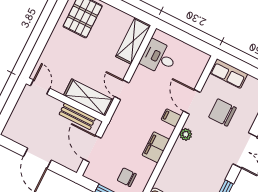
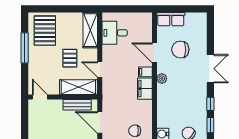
window: (51, 24) -> (25, 48), added
pallet: (95, 61) -> (70, 58), added
filing cabinet: (156, 147) -> (145, 89), moved

